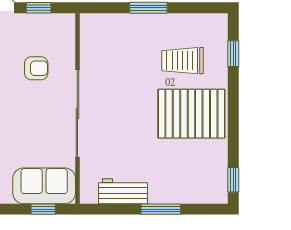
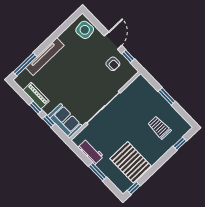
armchair: (36, 68) -> (113, 64), moved
pallet: (191, 114) -> (130, 162), moved
window: (43, 209) -> (49, 121), moved

